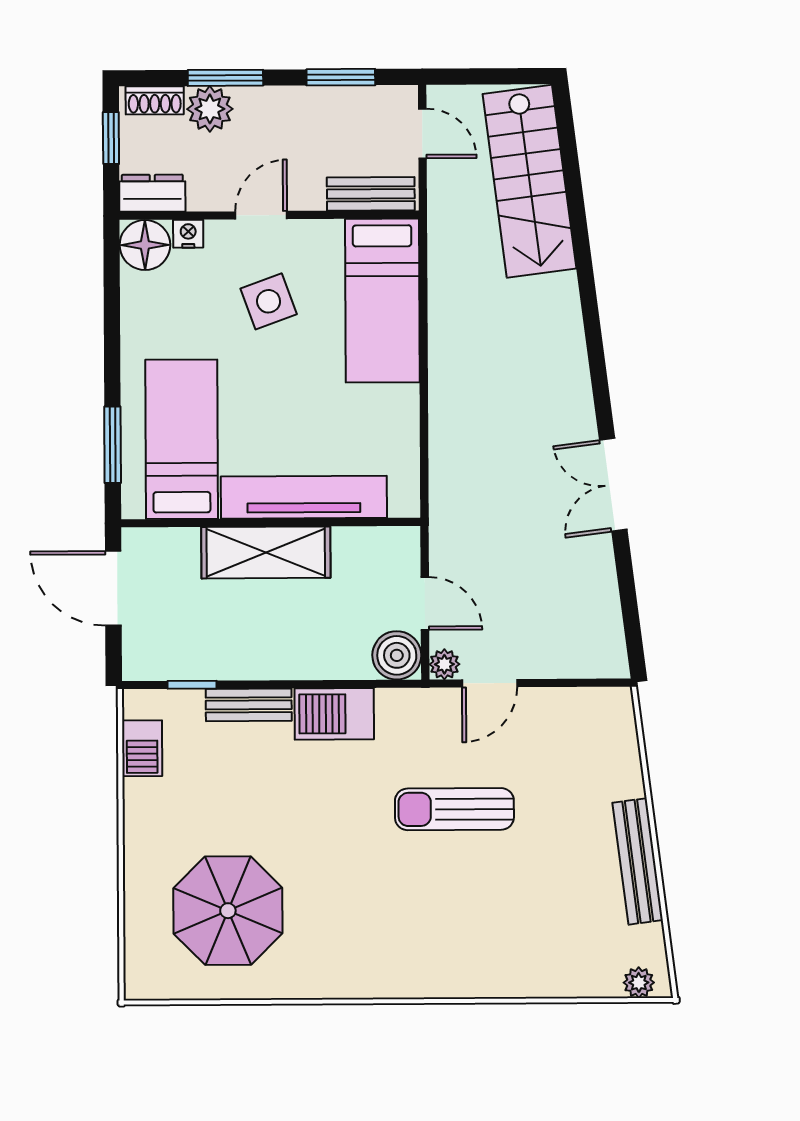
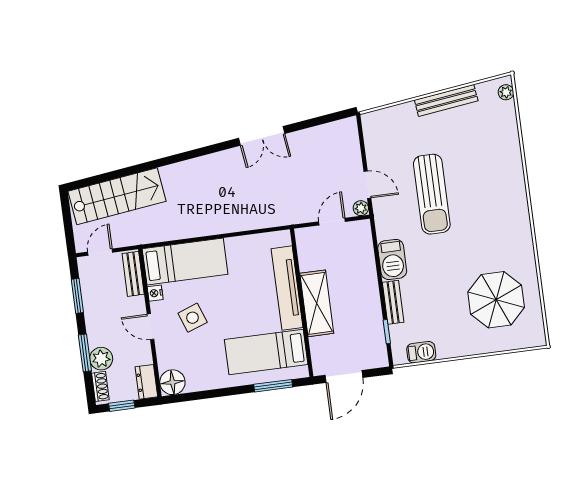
nightstand: (188, 234) -> (155, 293), moved
boiler: (397, 655) -> (359, 232), removed
sun lounger: (454, 809) -> (432, 194), width x1.36, depth x1.34

